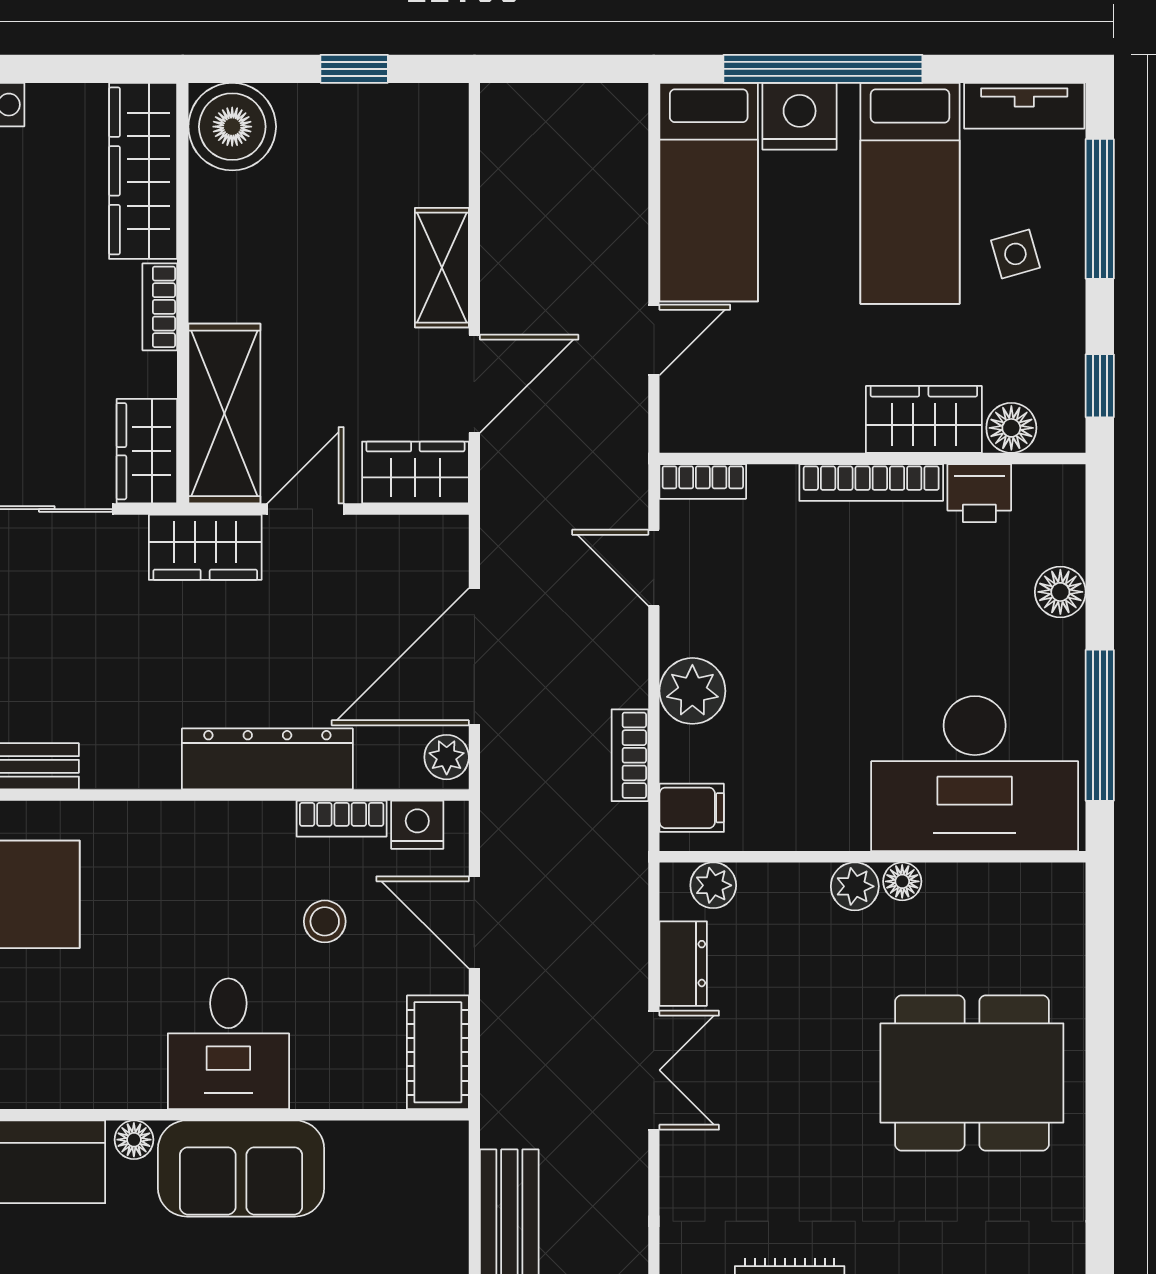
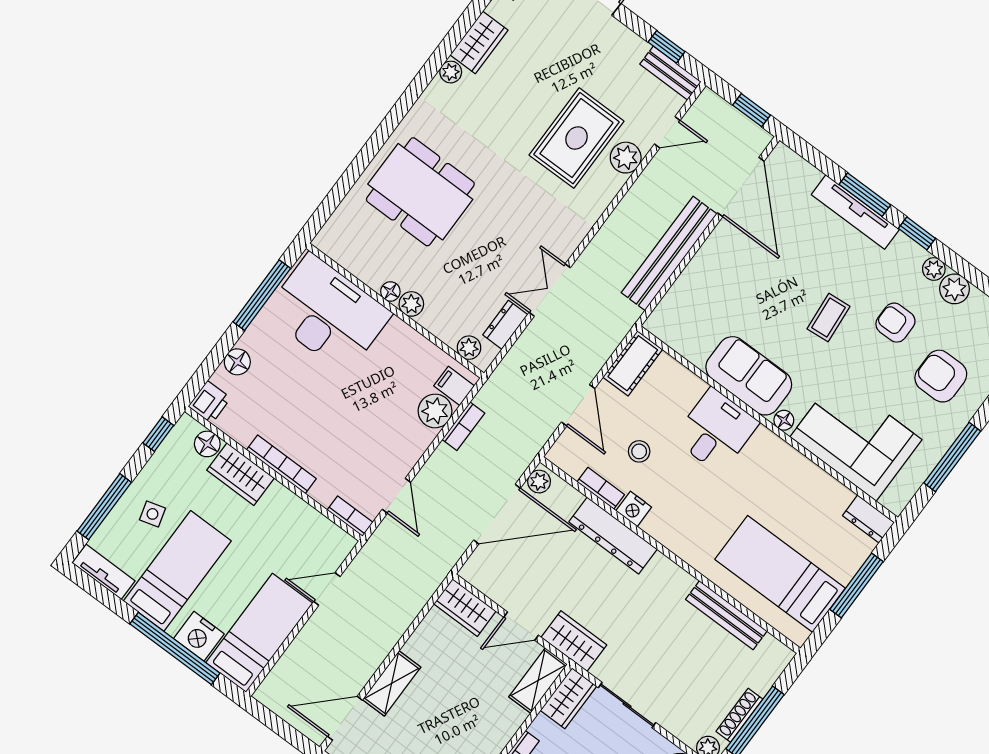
door: (474, 384) -> (345, 718), moved
shelving: (224, 413) -> (538, 681), width x0.67, depth x0.75
printer: (979, 493) -> (209, 402), moved, turned 90
plant: (692, 691) -> (435, 411), moved
nightstand: (417, 825) -> (634, 509), moved

